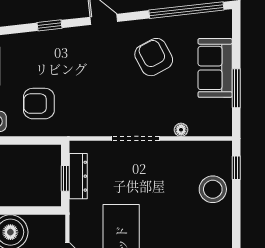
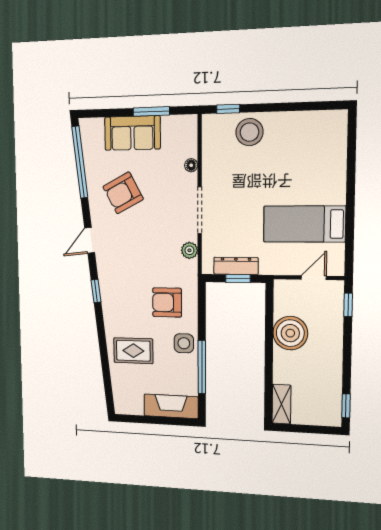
armchair: (39, 104) -> (167, 302), turned 90
plant: (94, 128) -> (189, 250), added

